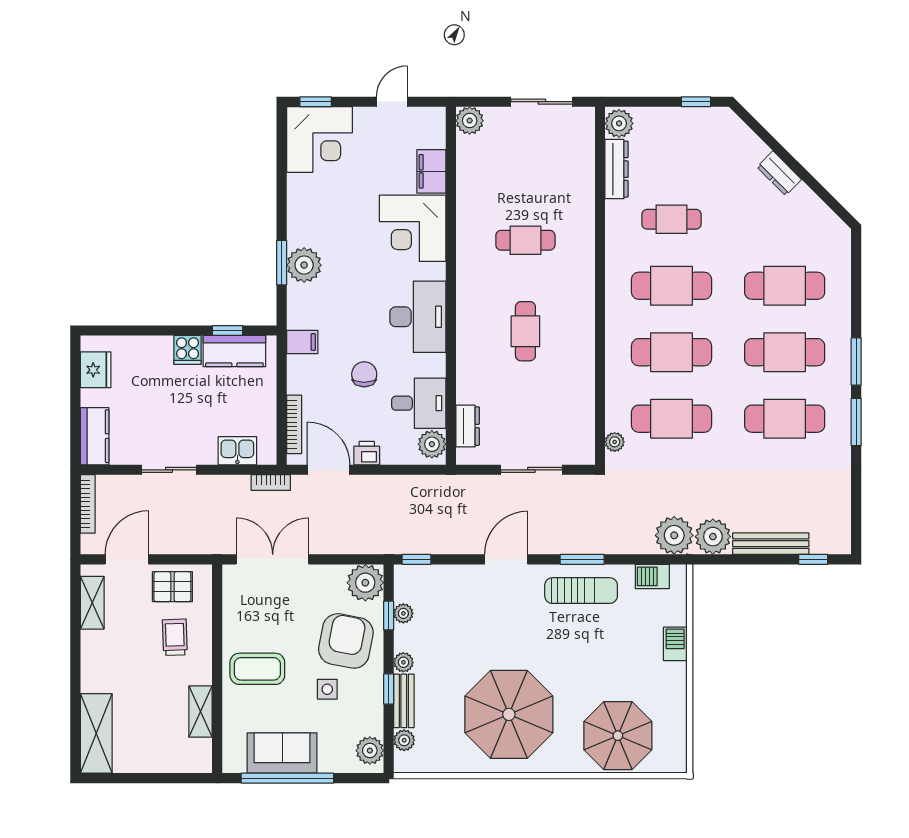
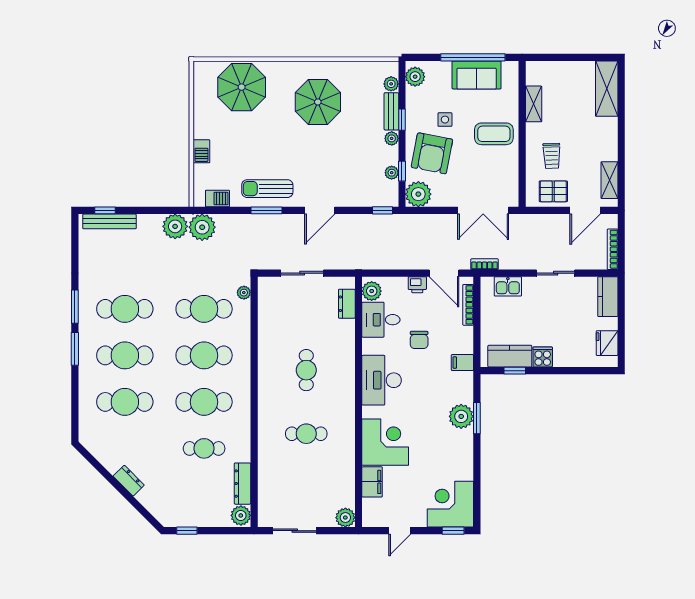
bench: (771, 544) -> (109, 221), moved
parasol: (509, 714) -> (318, 102), width x0.73, depth x0.73

